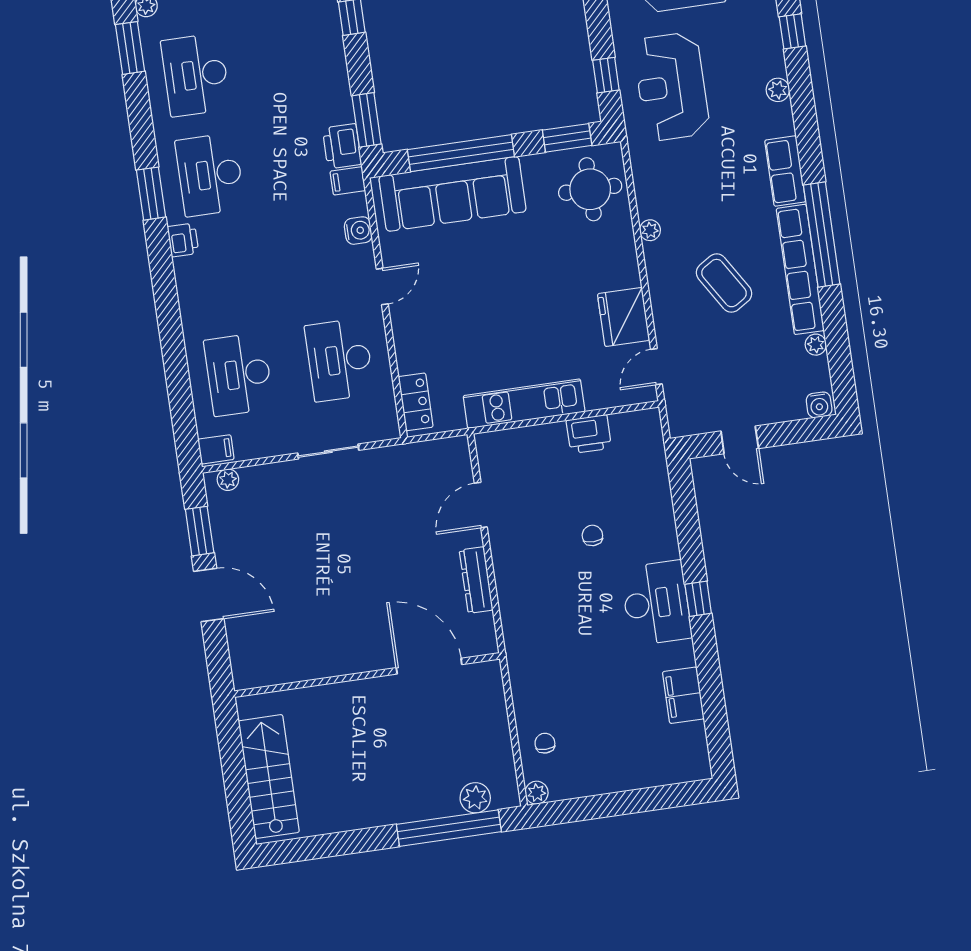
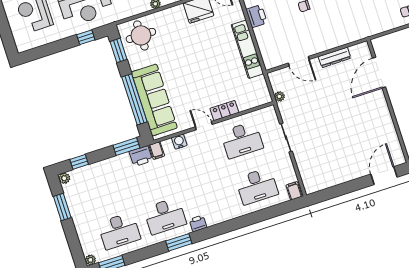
locker: (416, 402) -> (224, 111), moved
plant: (228, 480) -> (279, 96), moved
window: (200, 531) -> (334, 192), removed
door: (209, 595) -> (384, 176), moved

